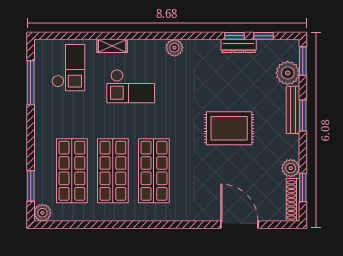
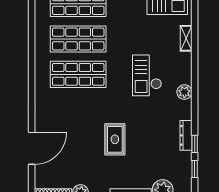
dresser: (239, 46) -> (186, 135), moved
checkout: (131, 86) -> (147, 75), moved
rug: (229, 128) -> (115, 139), width x0.73, depth x0.70

